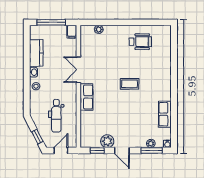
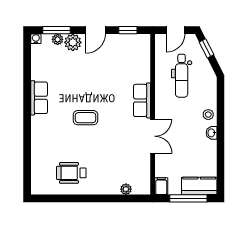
kitchen counter: (36, 53) -> (199, 186), moved, turned 90
row of seats: (165, 114) -> (39, 98), moved
dental chair: (56, 116) -> (182, 76), turned 180
plant: (107, 141) -> (73, 42), moved
door: (122, 151) -> (96, 30), swing flipped

